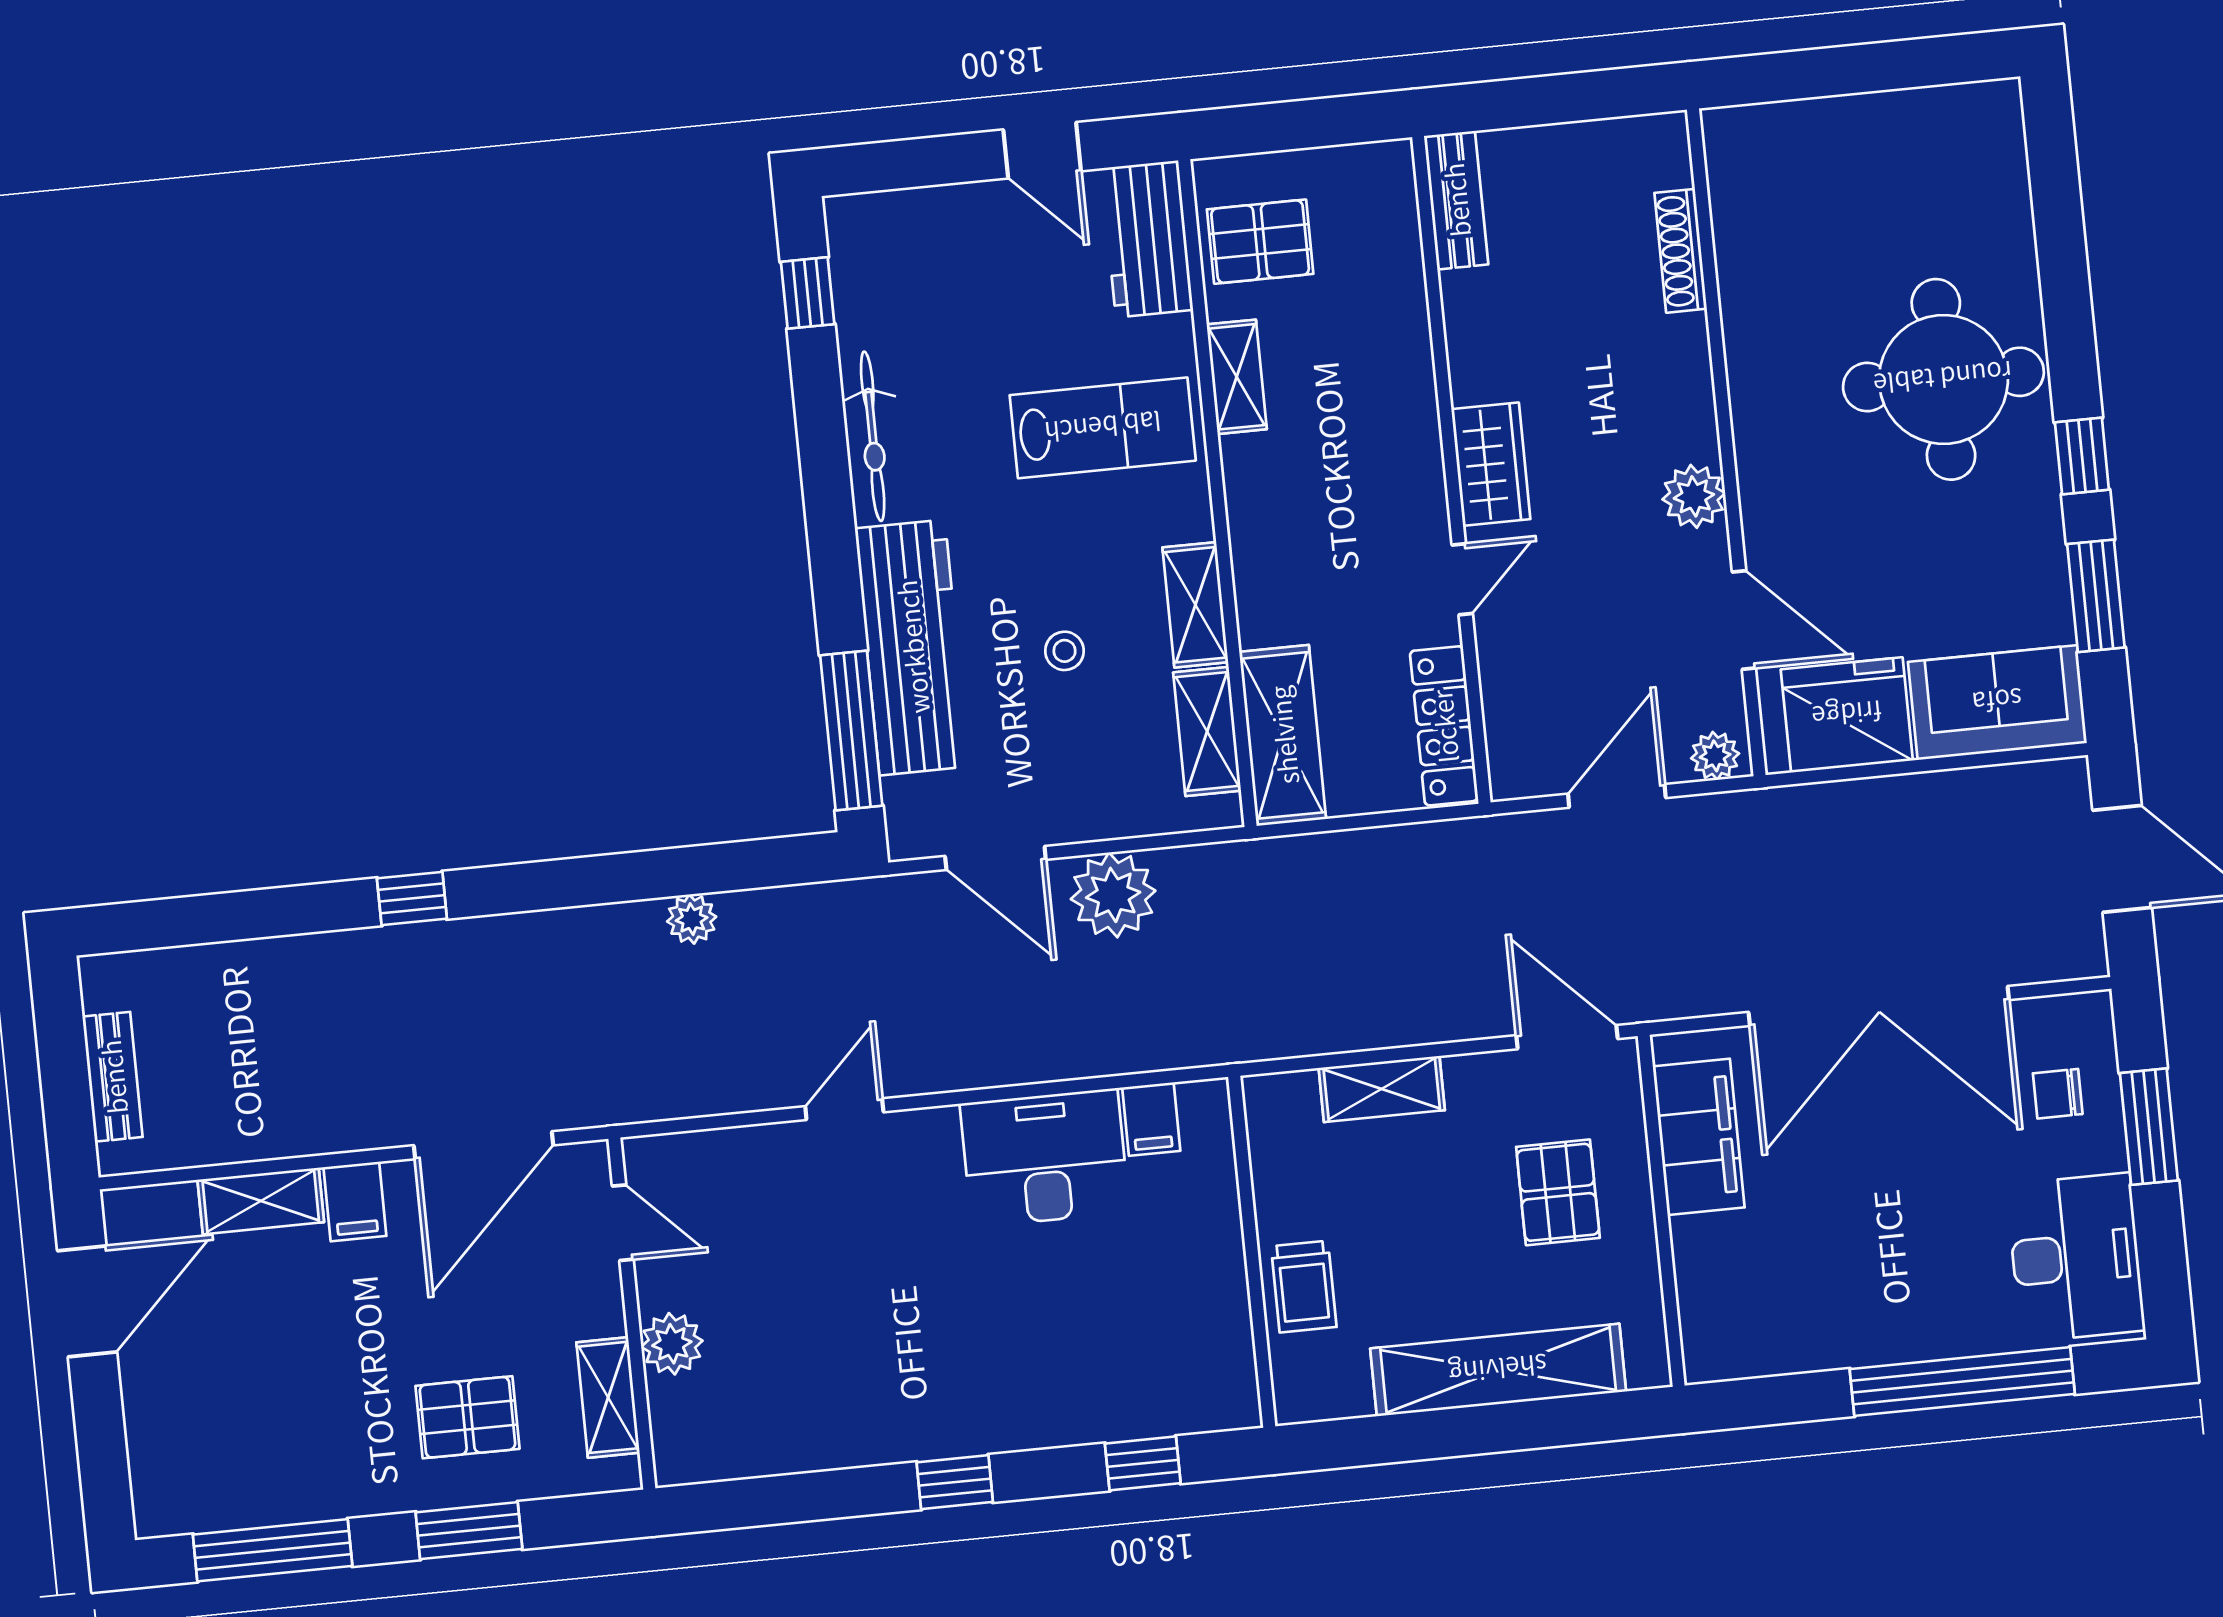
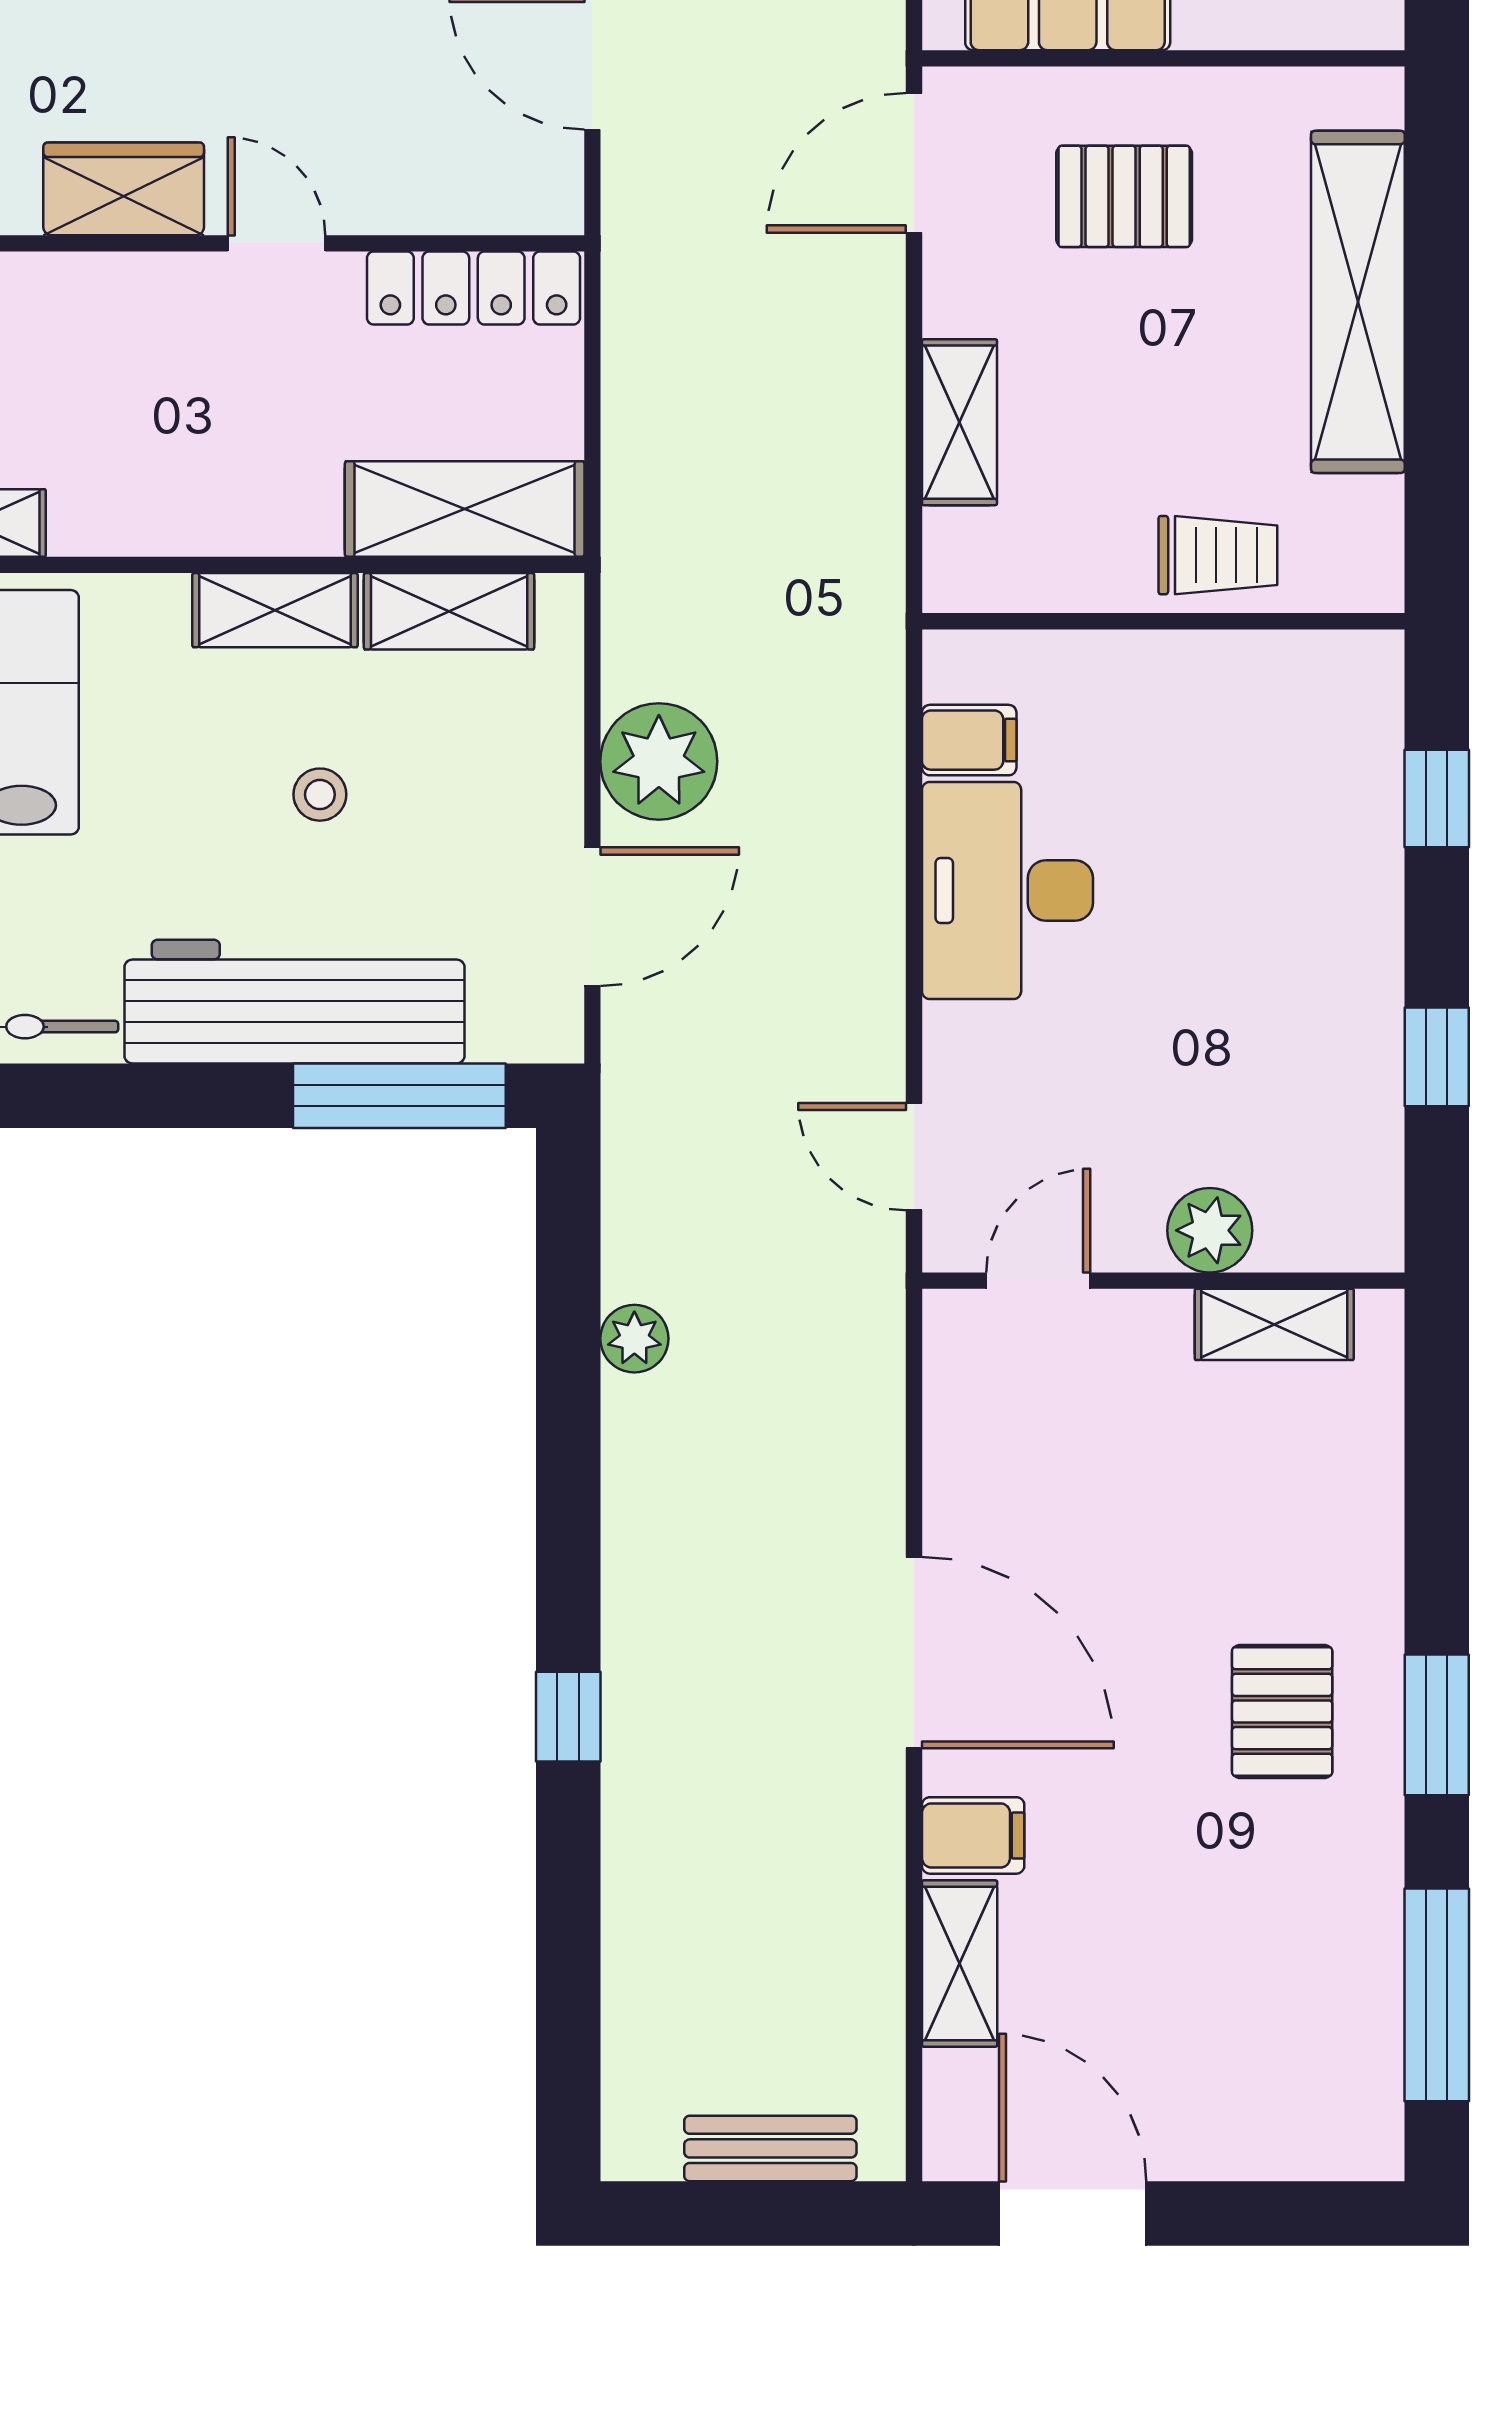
door: (623, 1223) -> (1038, 1281), moved
wall: (632, 1314) -> (1163, 1281), moved
plant: (672, 1344) -> (1210, 1230), moved
shelving: (608, 1397) -> (1274, 1324), moved

